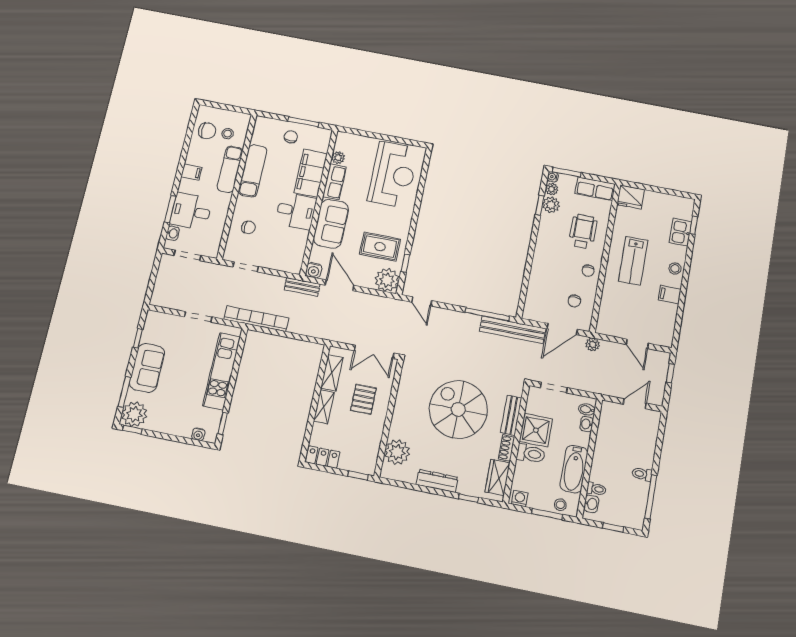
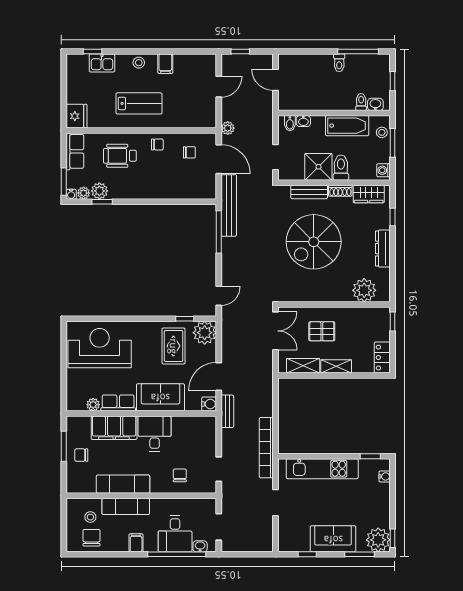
window: (170, 209) -> (177, 554), width x2.11

